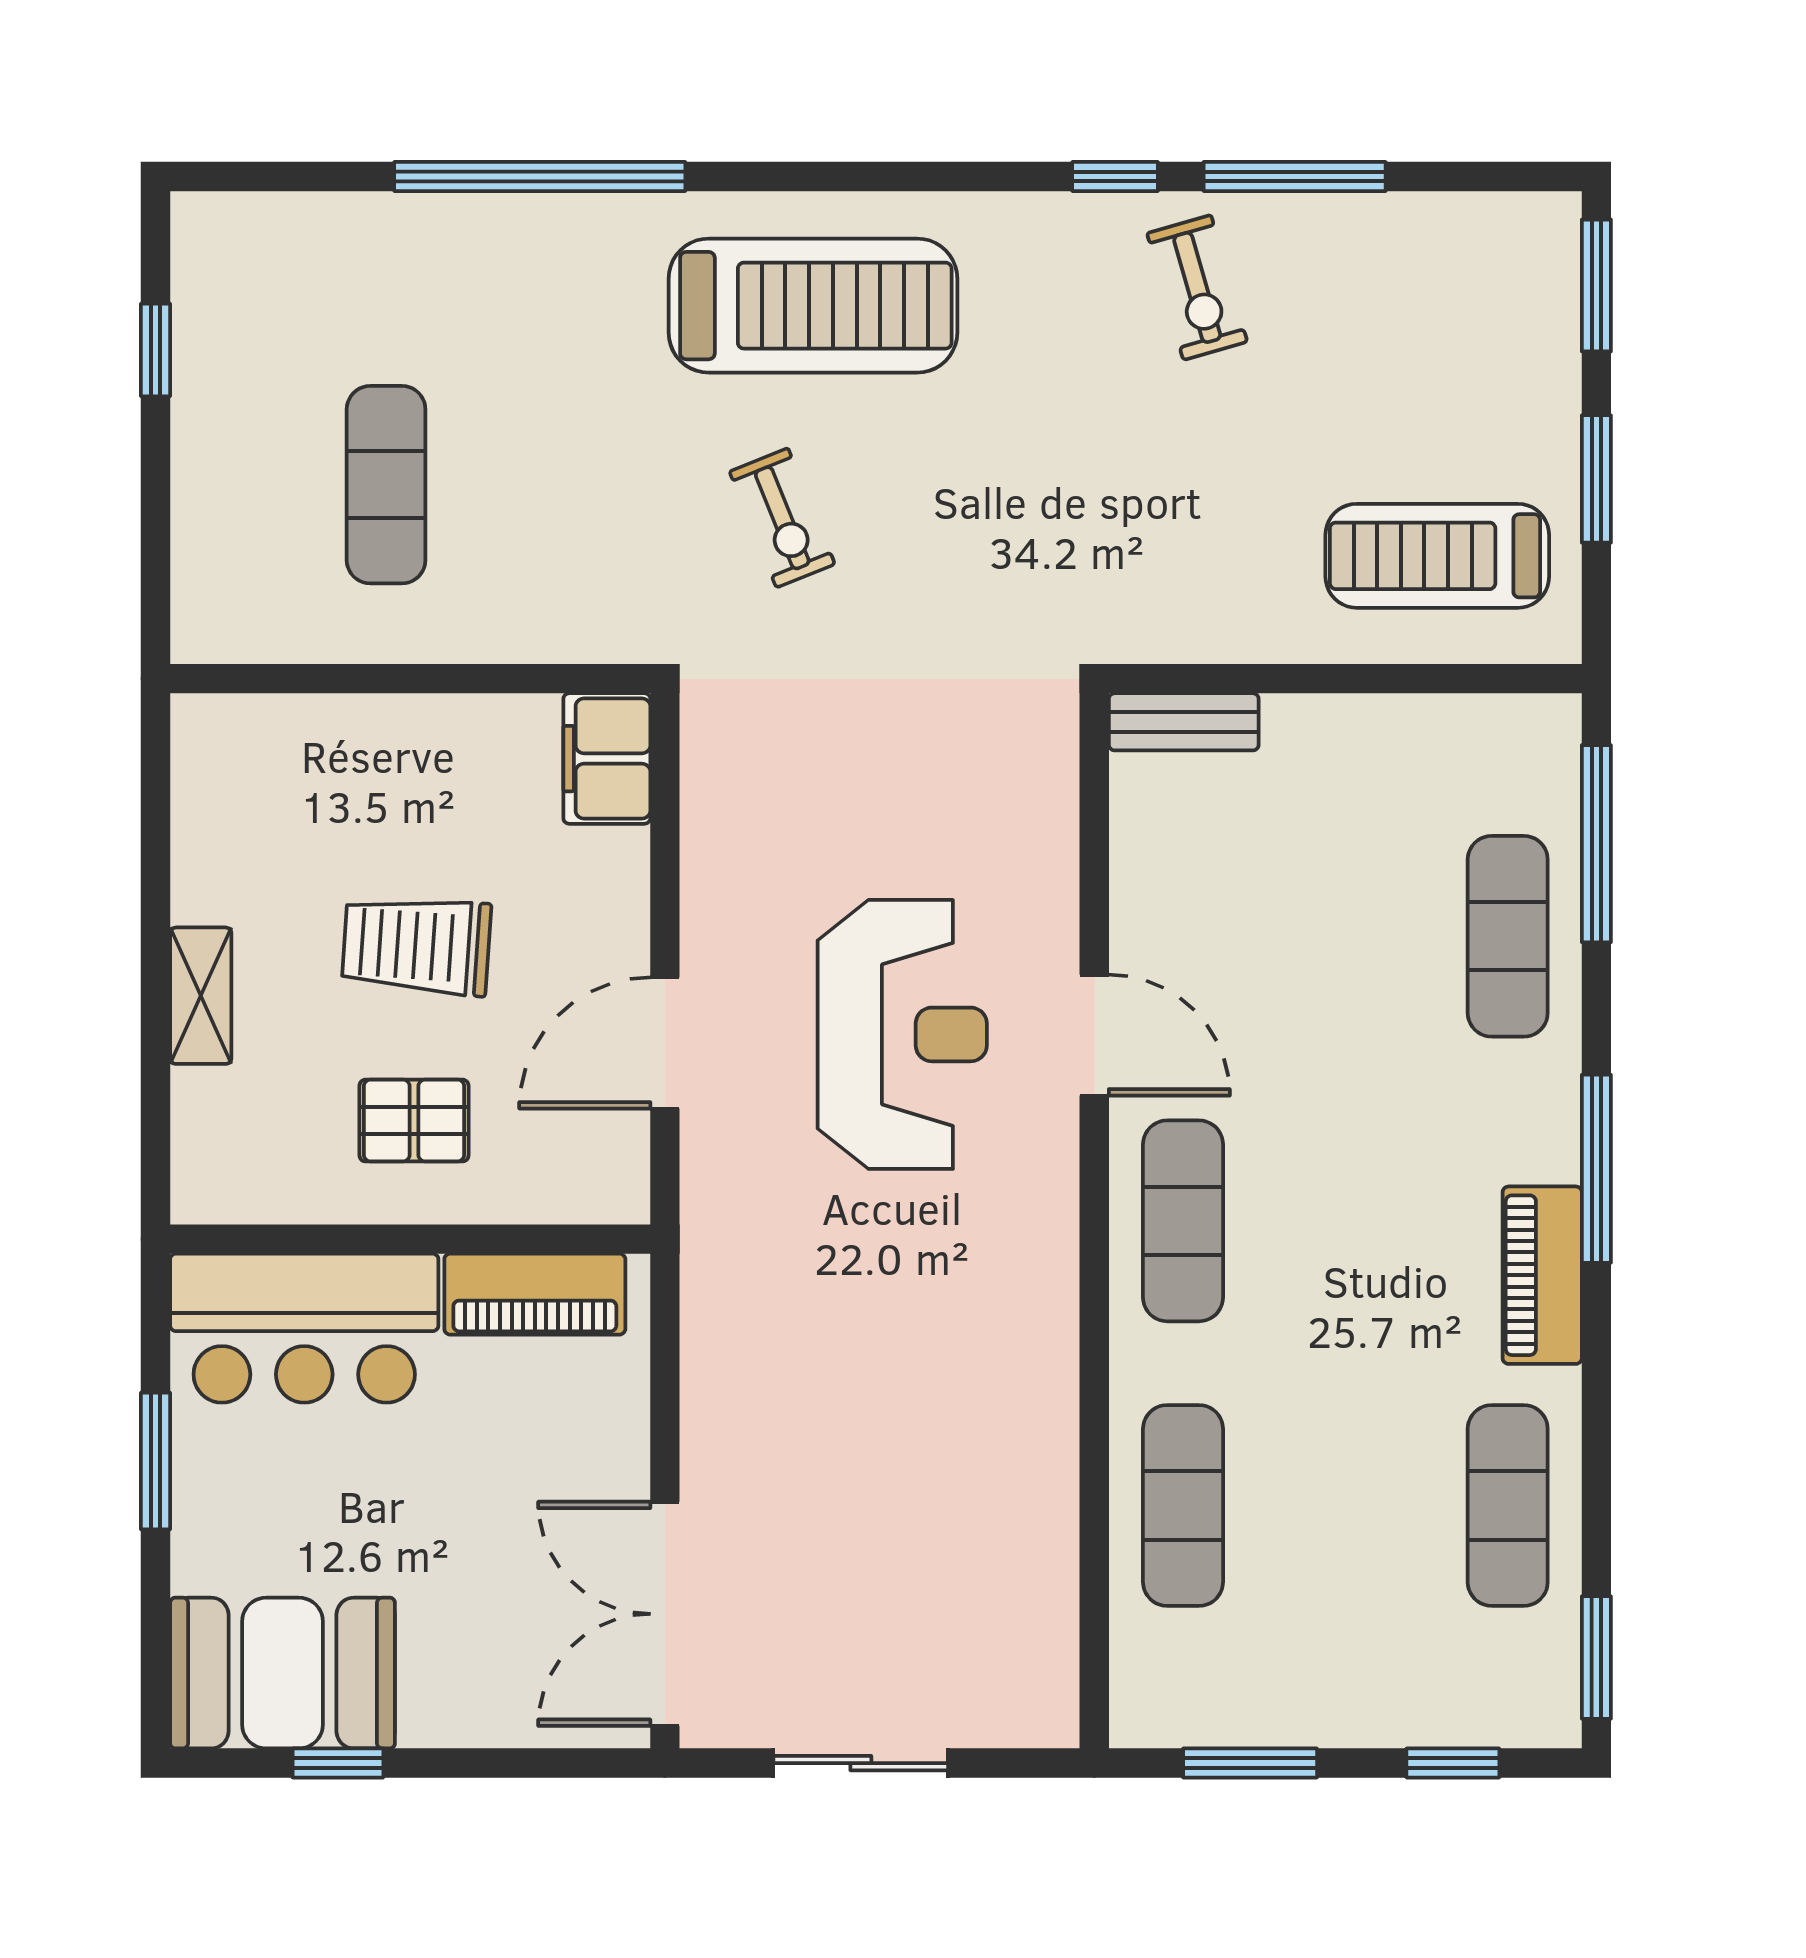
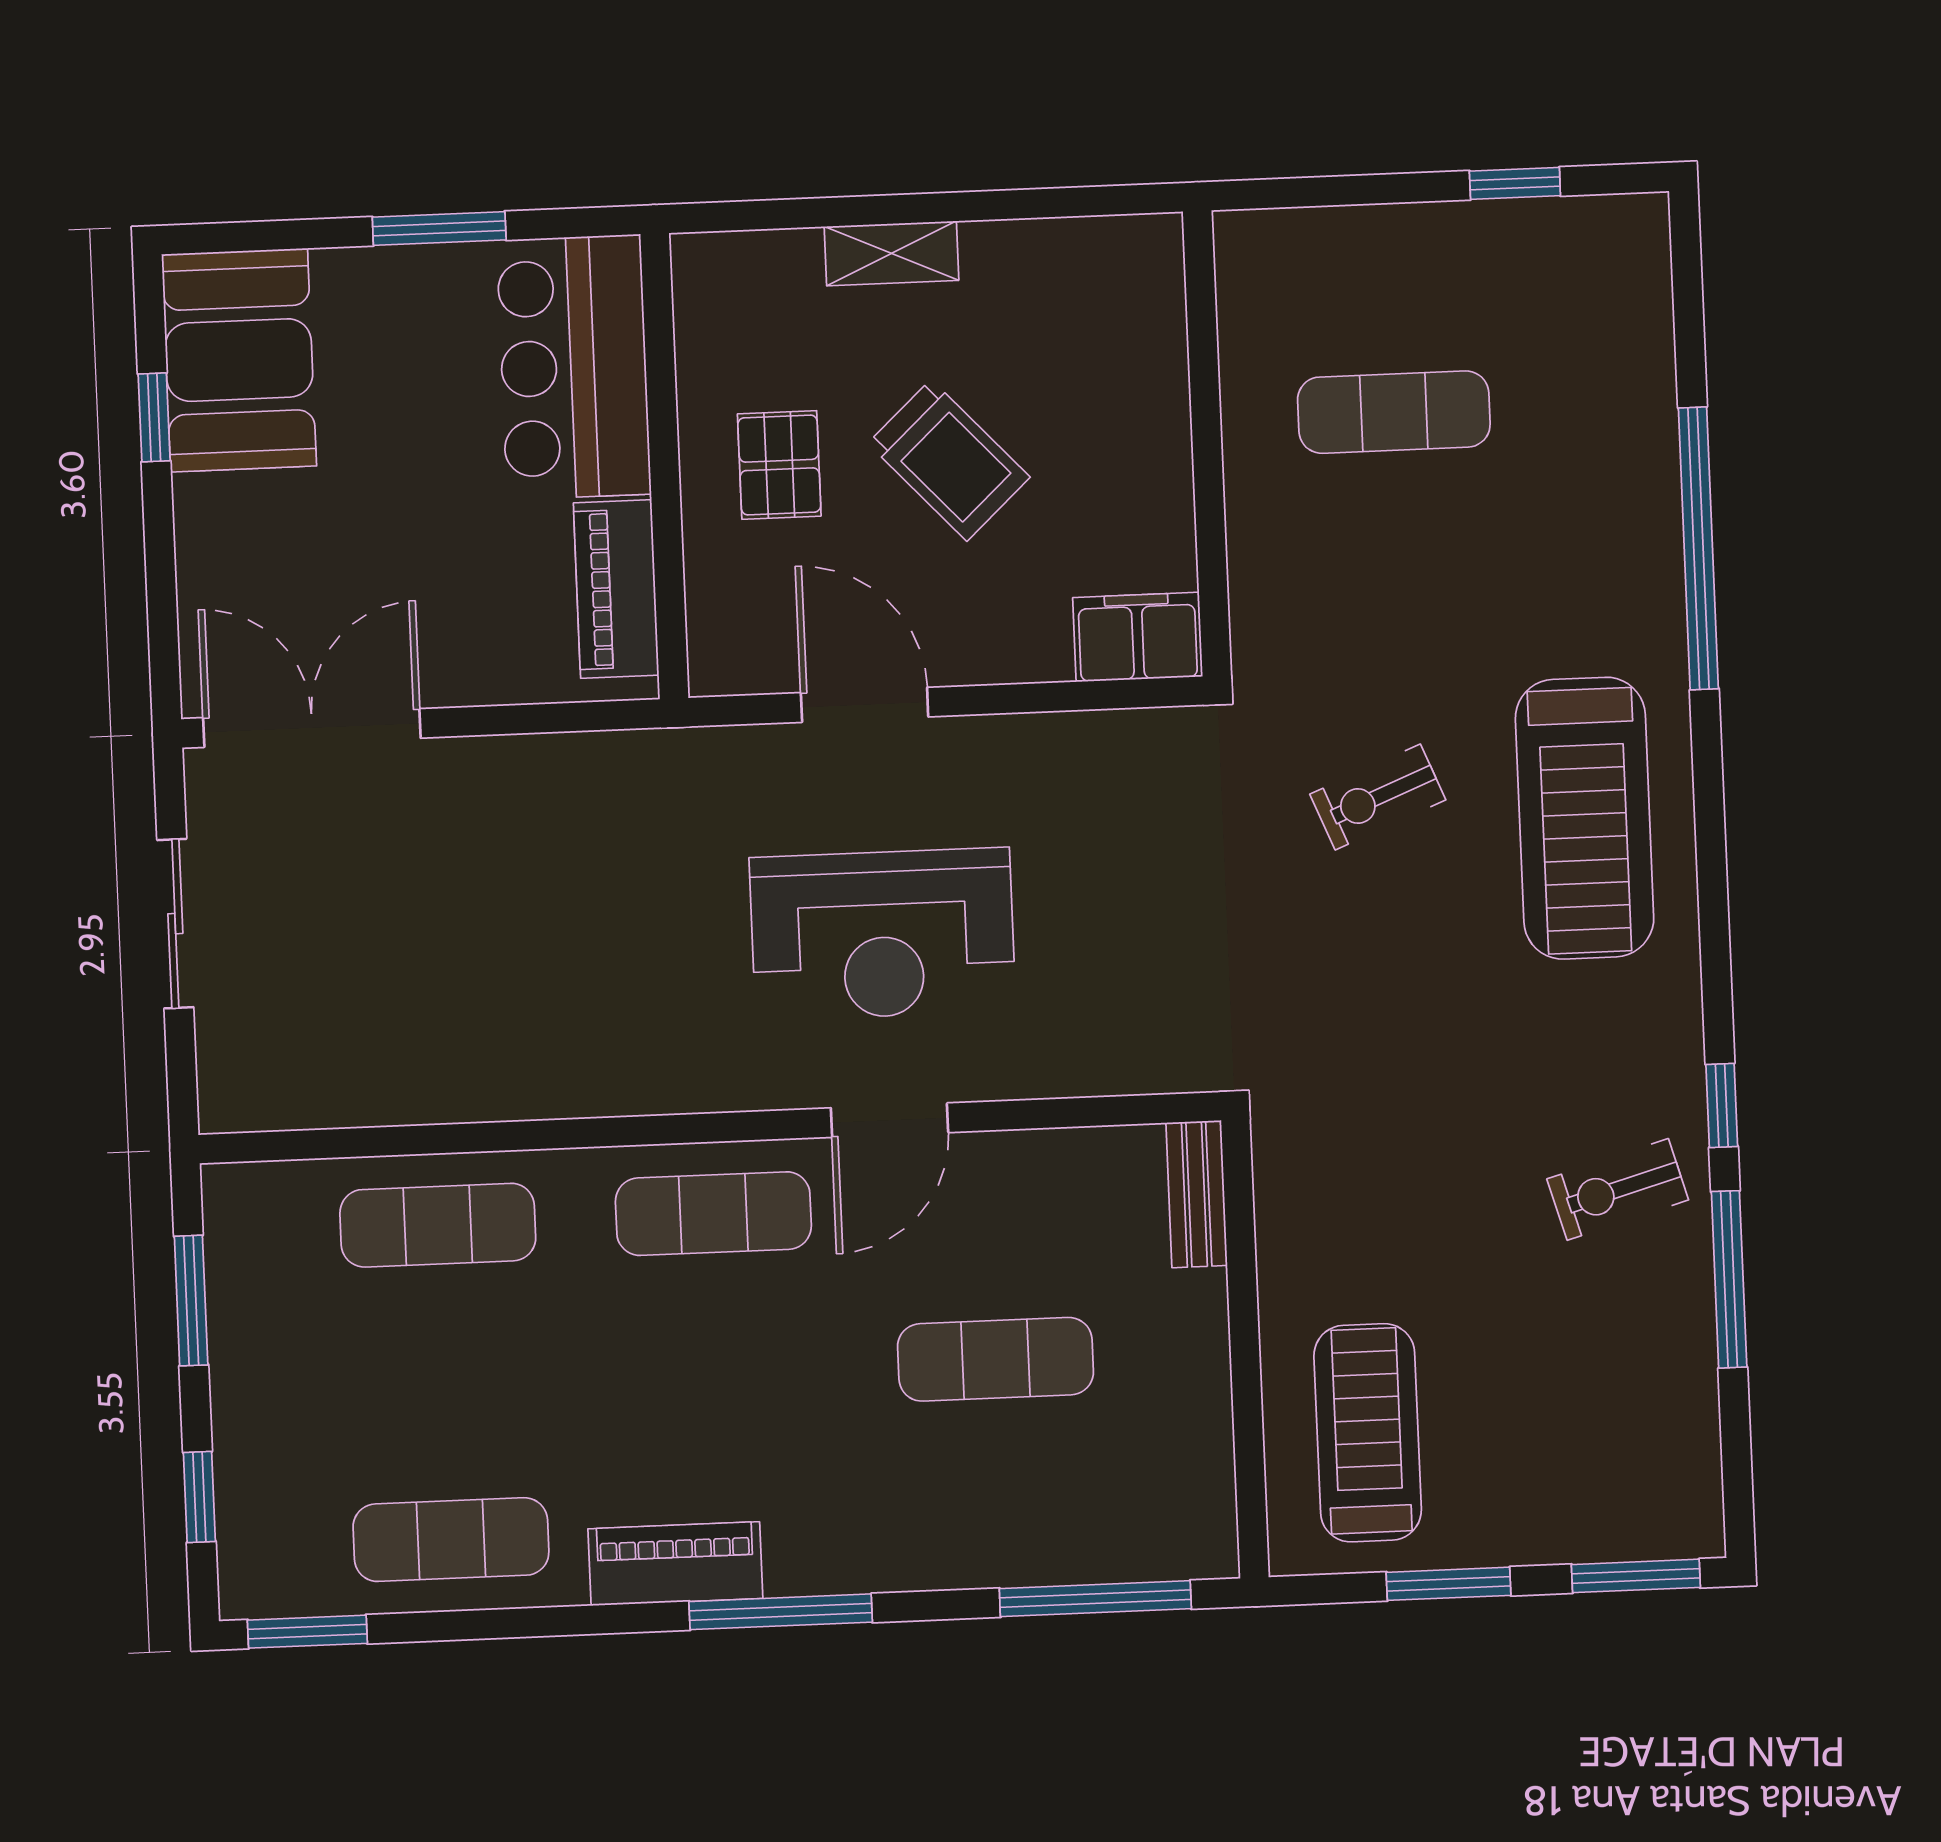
exercise mat: (1508, 936) -> (996, 1359), moved
trolley: (416, 945) -> (949, 460), turned 133

